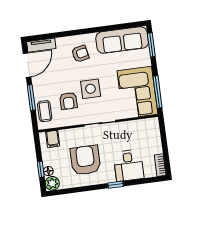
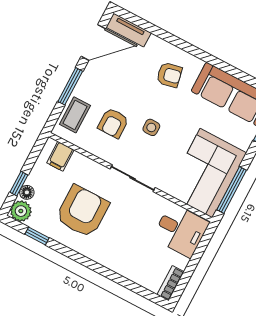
side table: (91, 89) -> (151, 127), width x0.54, depth x0.54
desk: (129, 165) -> (181, 230), moved, turned -90
window: (116, 185) -> (37, 236), moved

